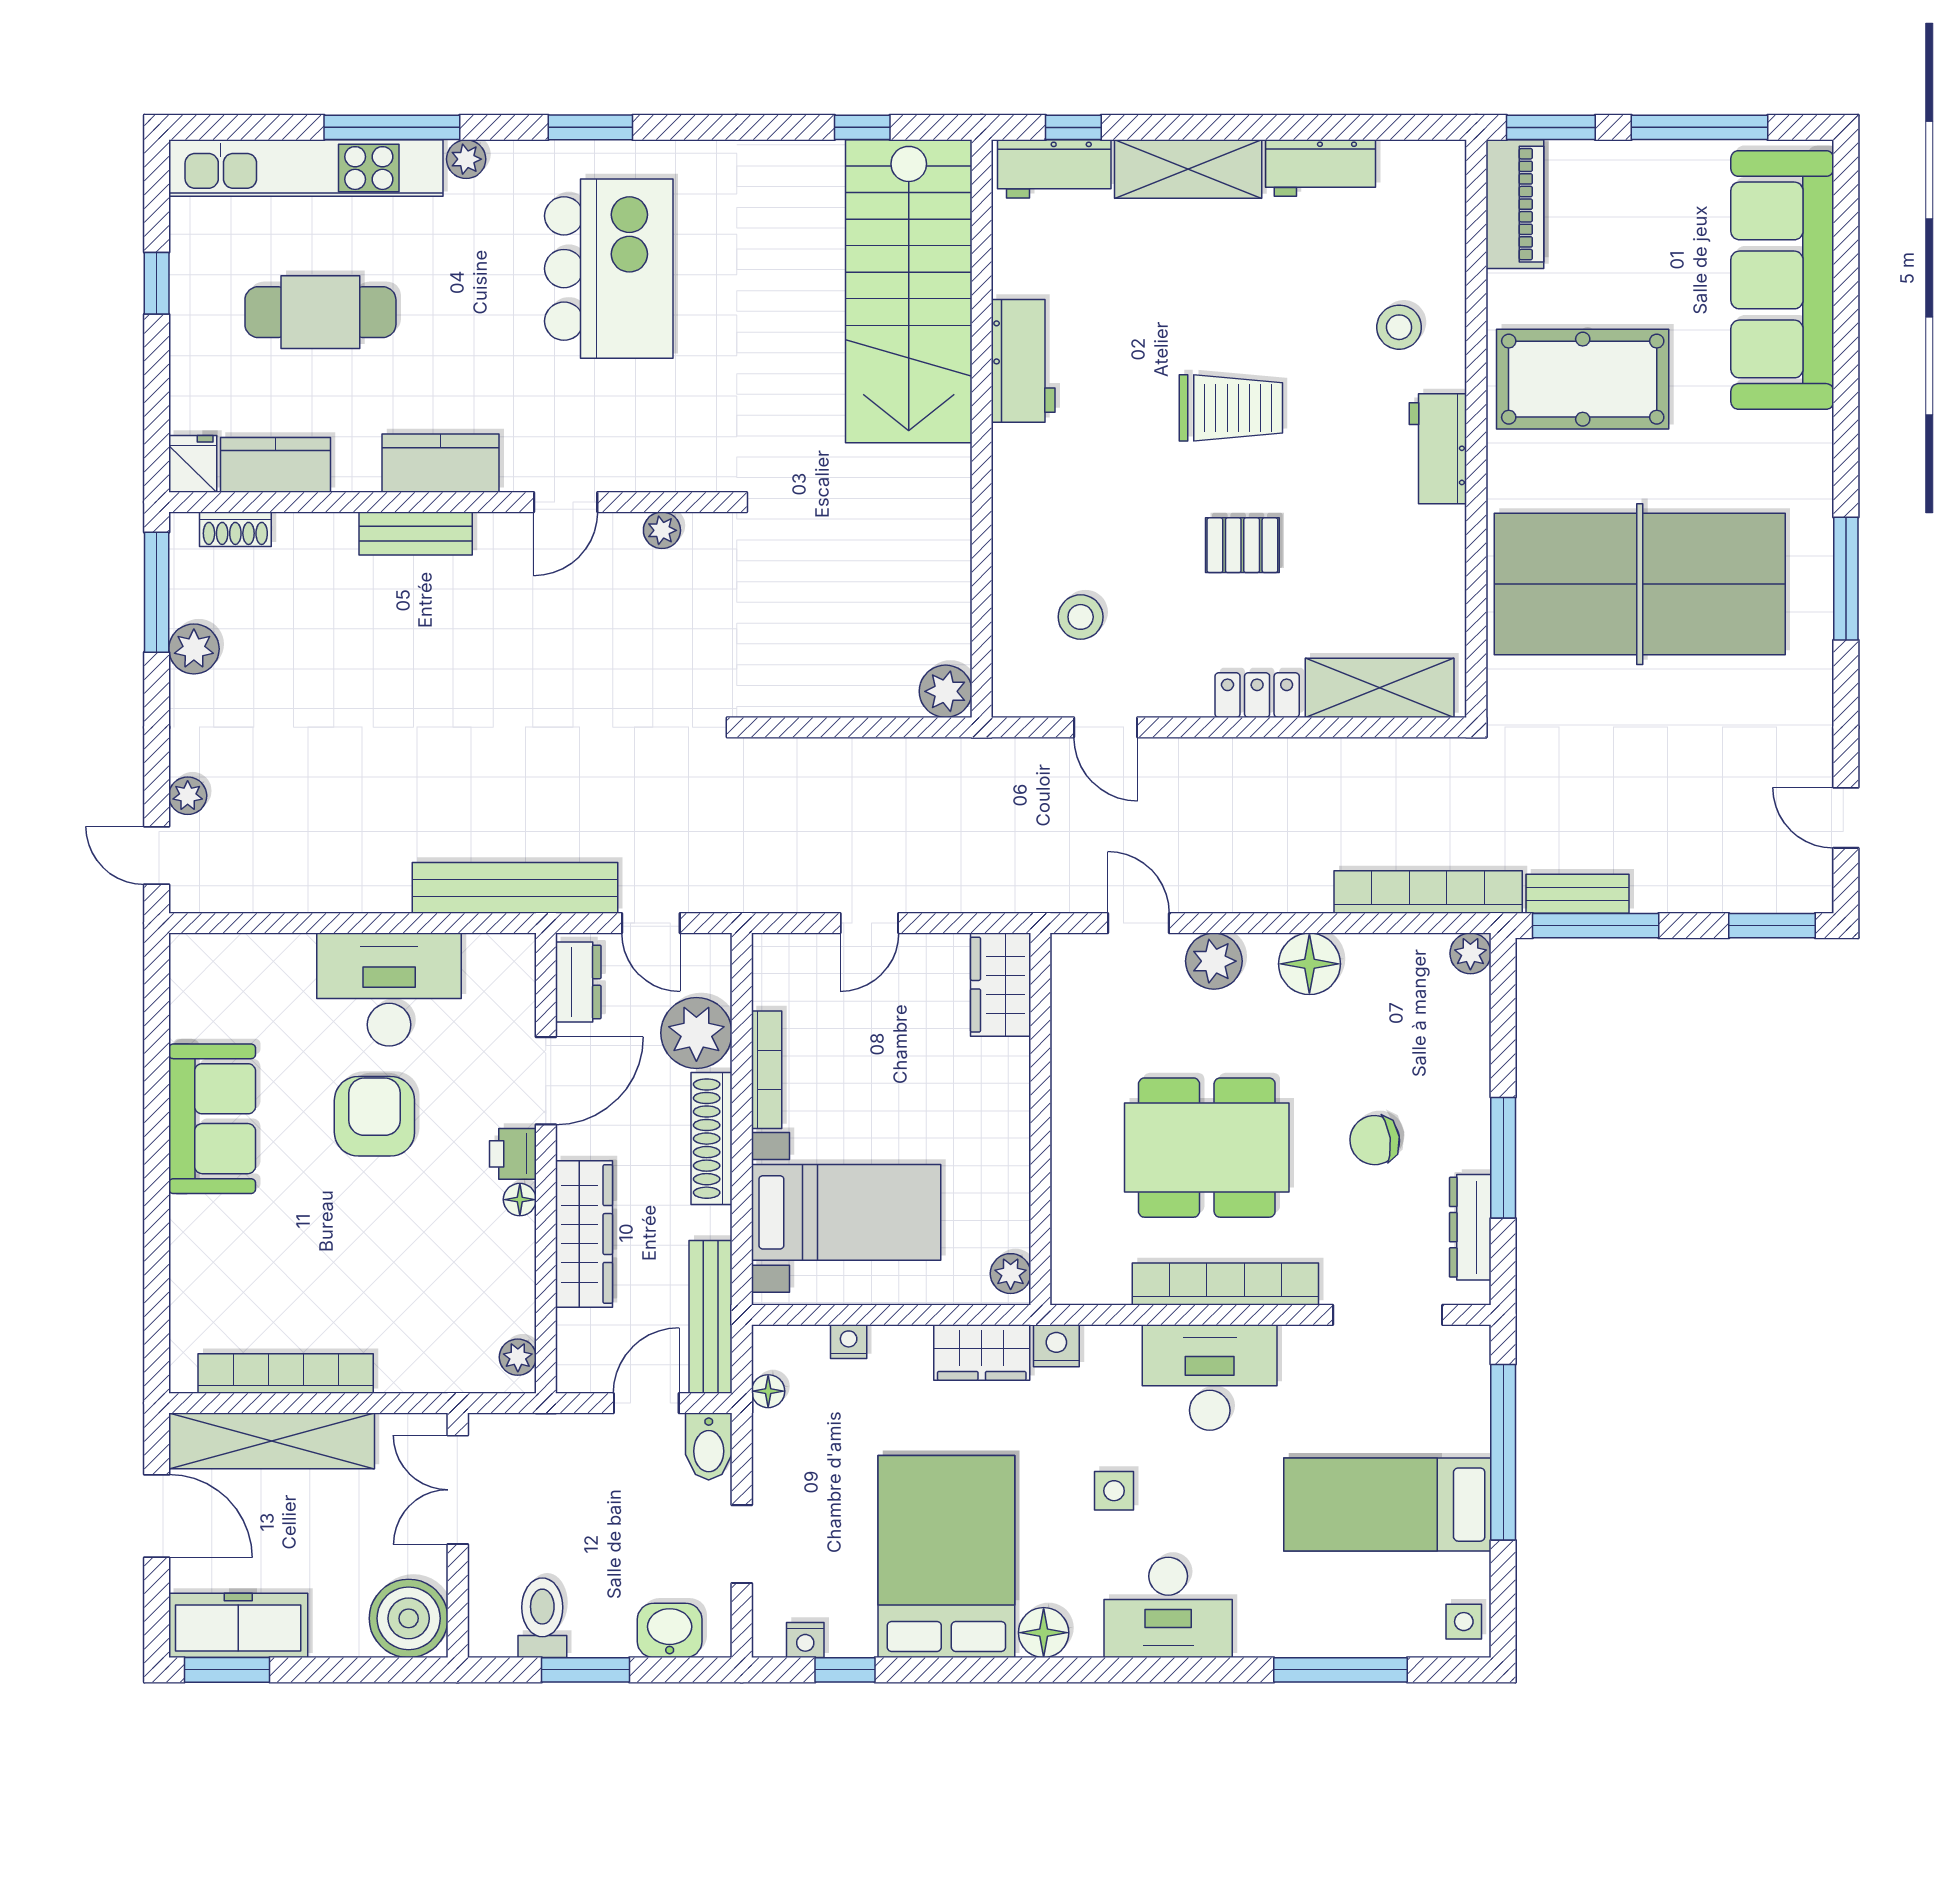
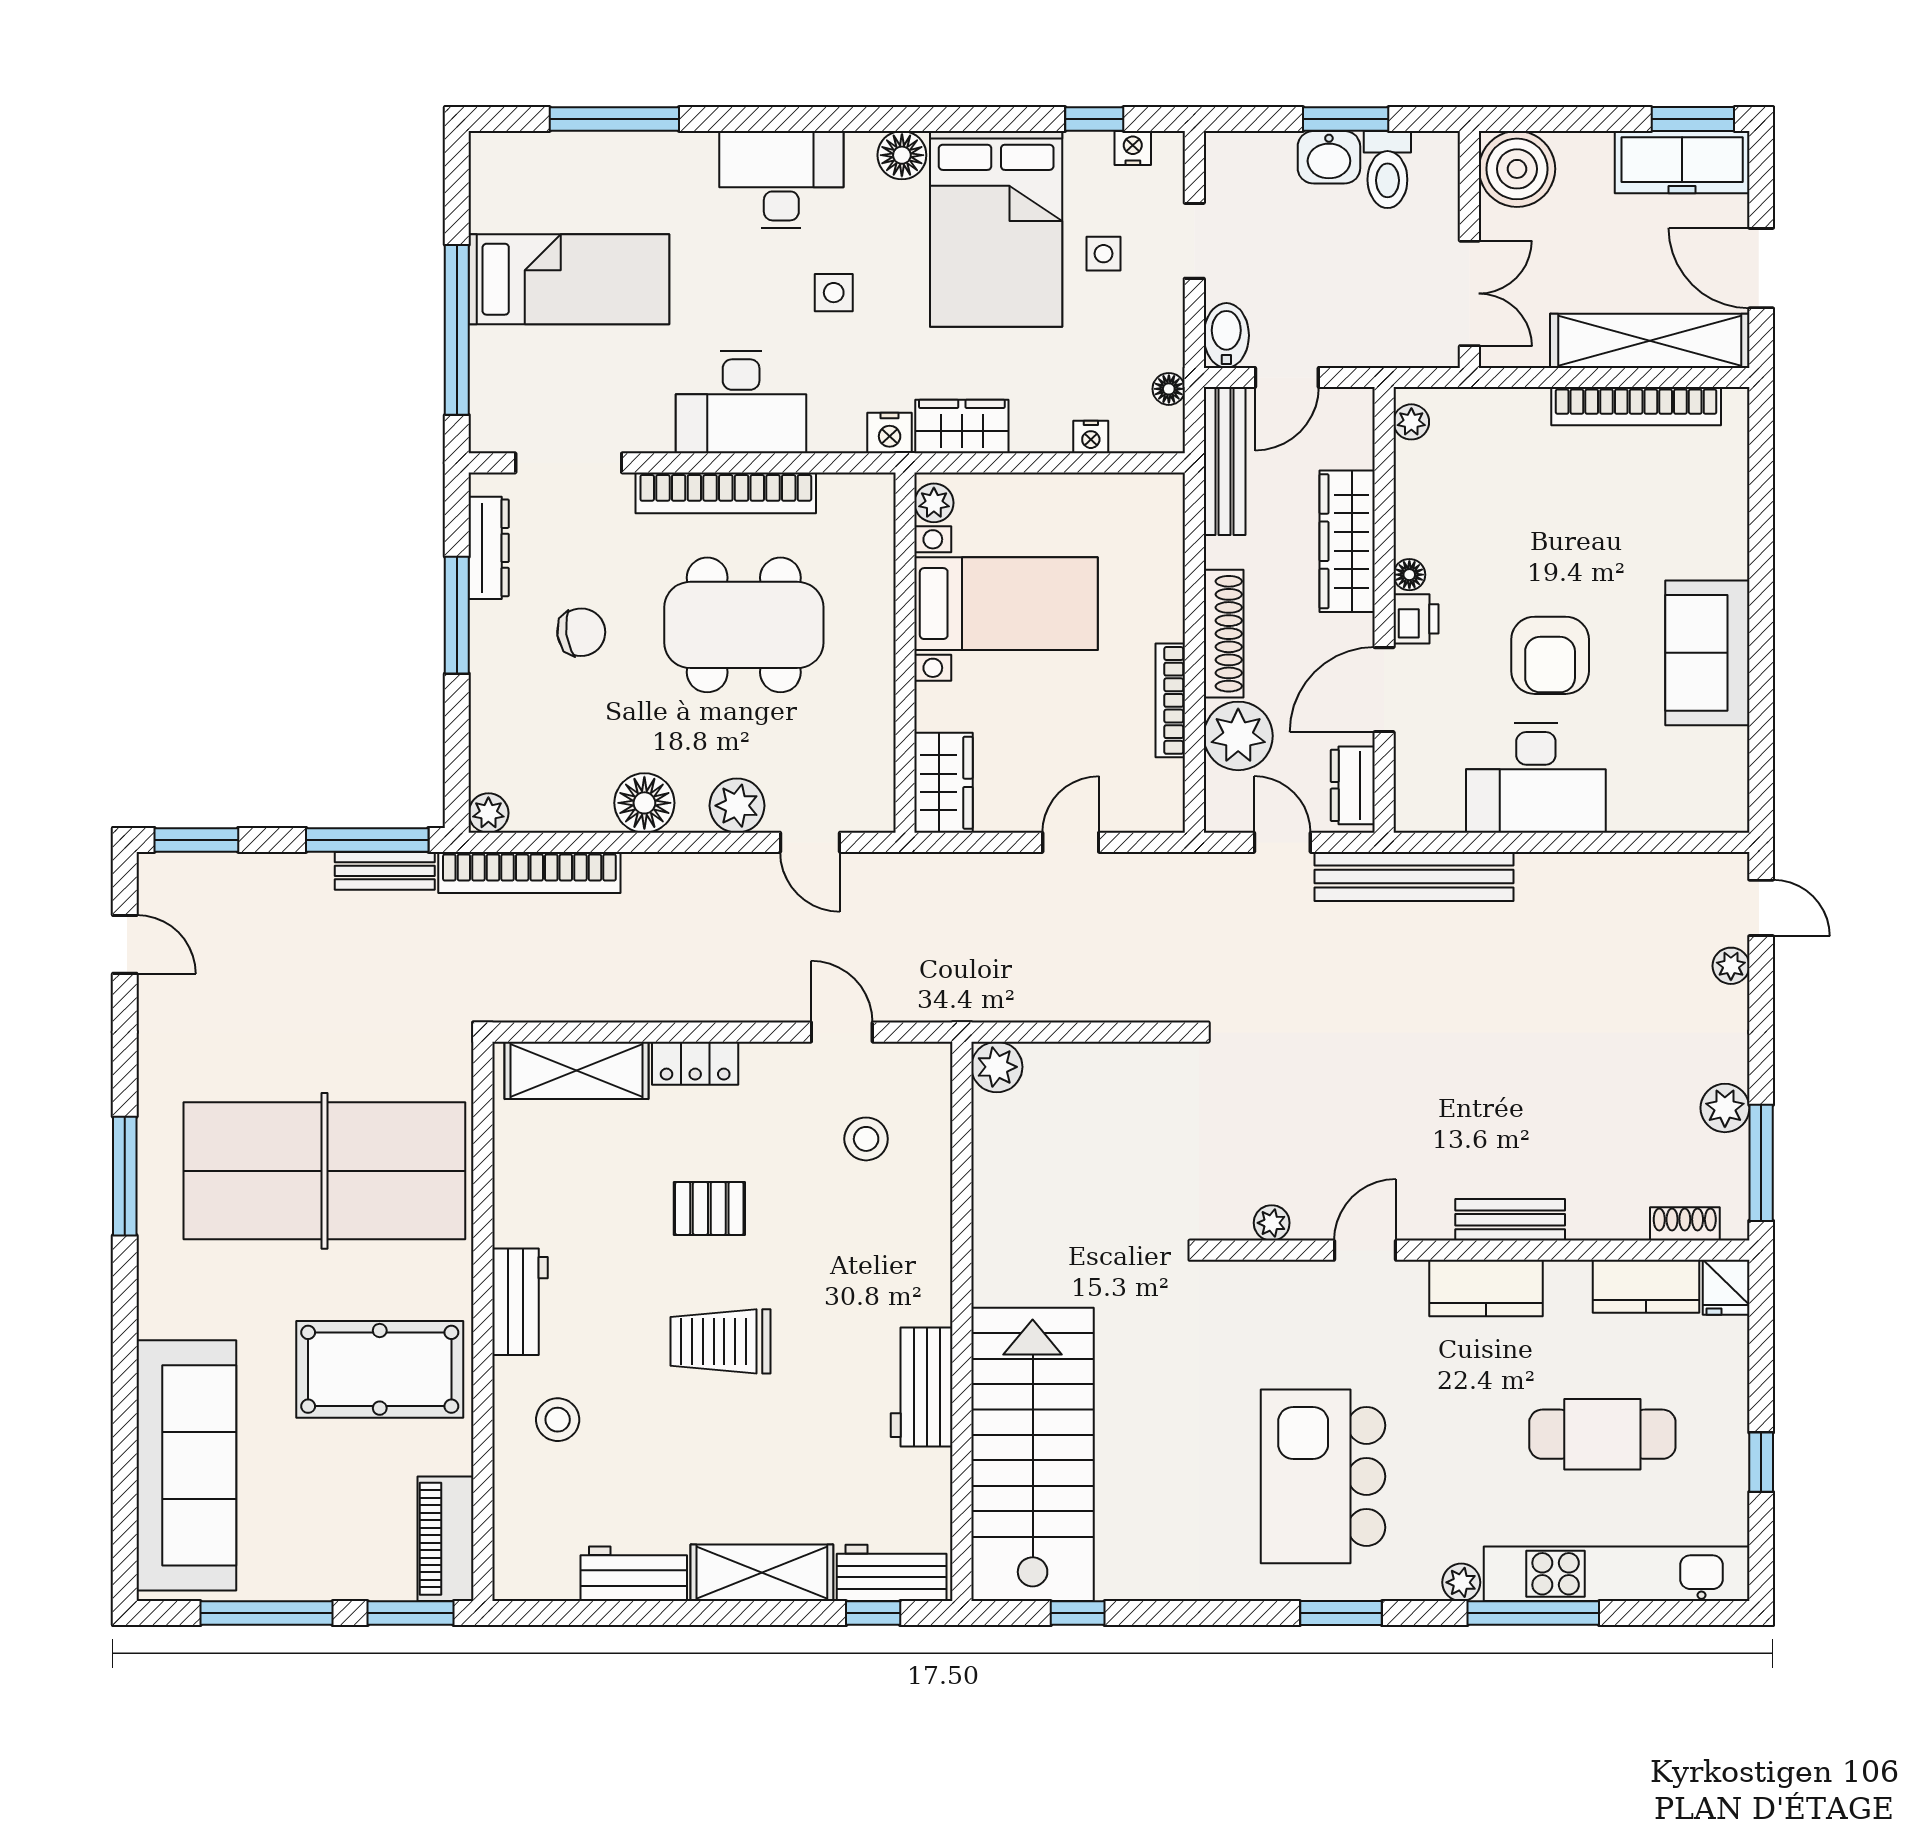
bed with nightstands: (846, 1212) -> (1006, 604), moved, turned 180
side table: (1464, 1622) -> (1104, 254), moved
washbasin: (670, 1630) -> (1329, 157), moved

